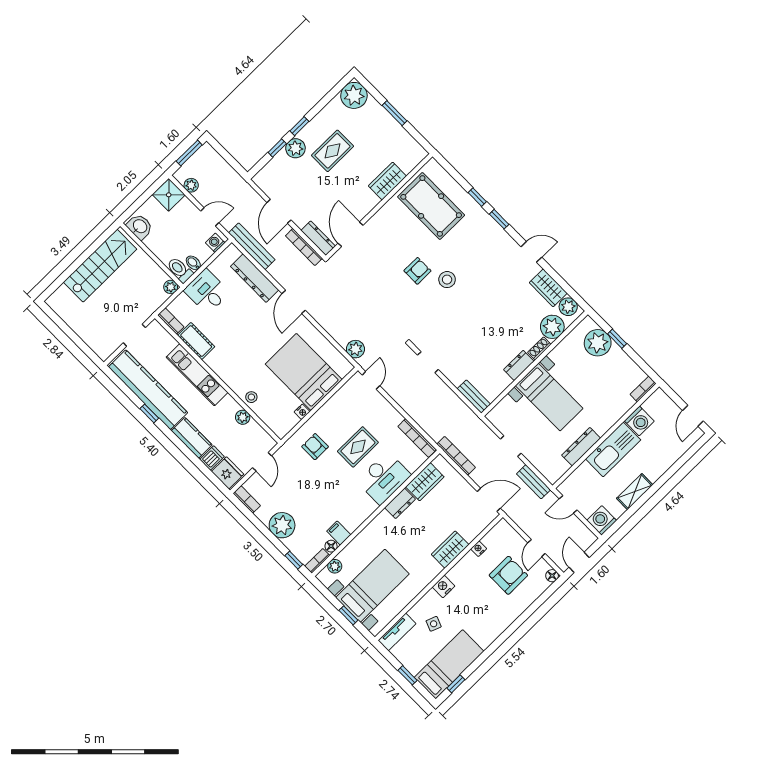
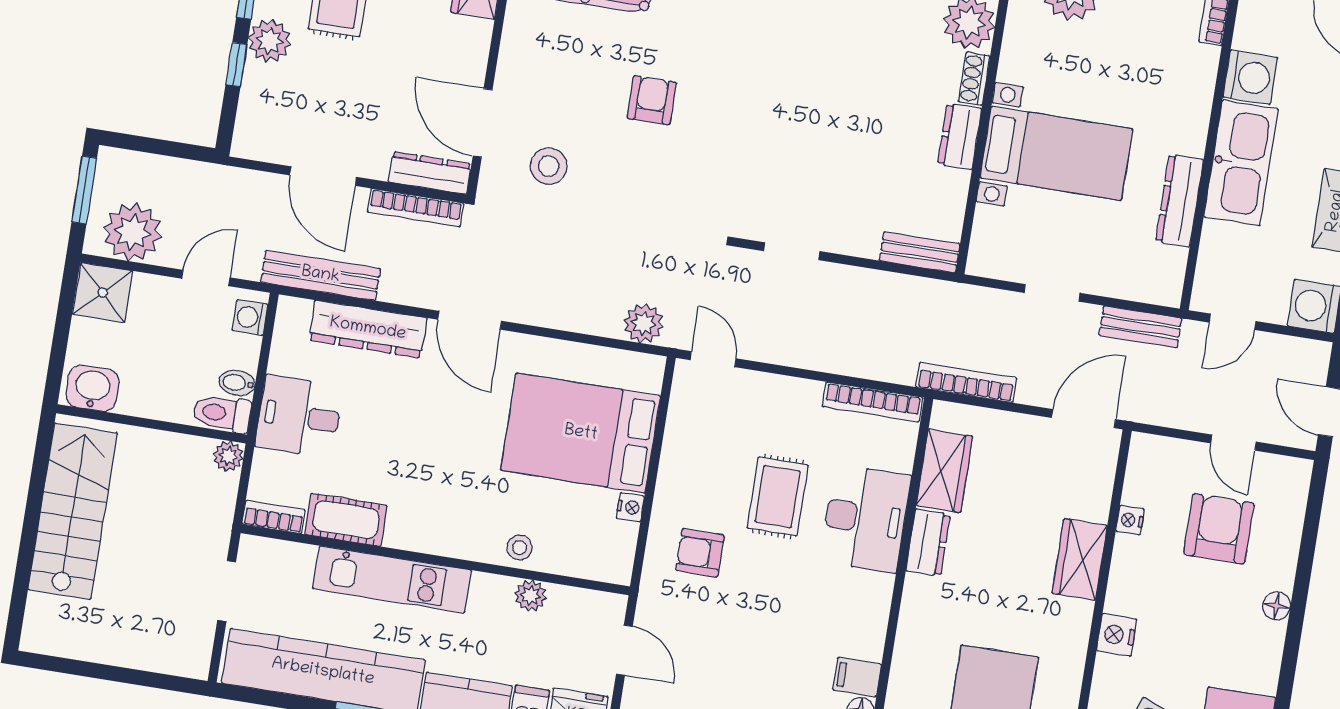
plant: (191, 185) -> (133, 232), width x1.88, depth x1.88
stool: (447, 280) -> (549, 166), moved
floor lamp: (552, 576) -> (1277, 606), moved

